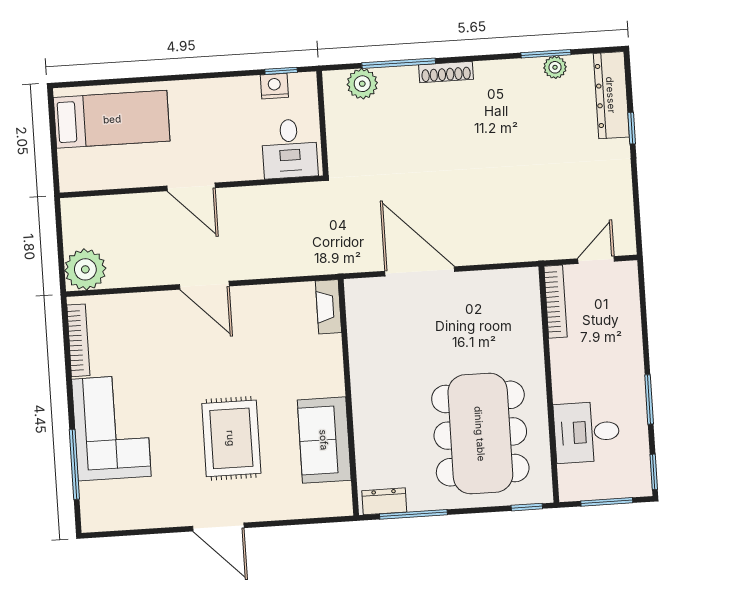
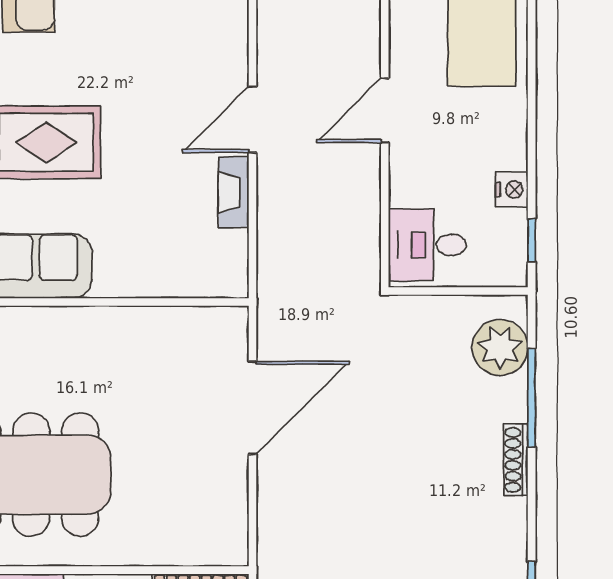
plant: (362, 84) -> (500, 347), width x1.36, depth x1.36
nightstand: (274, 86) -> (512, 189), moved
fireplace: (328, 307) -> (234, 192), moved, turned -90

